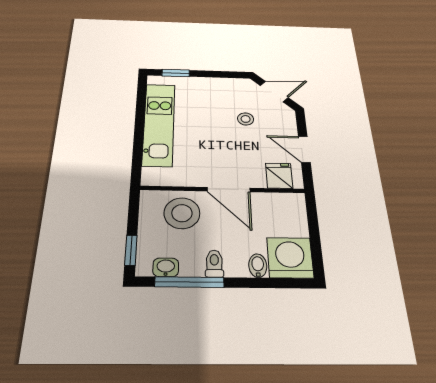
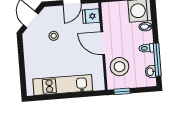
window: (176, 73) -> (23, 79), removed
door: (229, 190) -> (103, 43), swing flipped
window: (131, 250) -> (122, 91), moved

